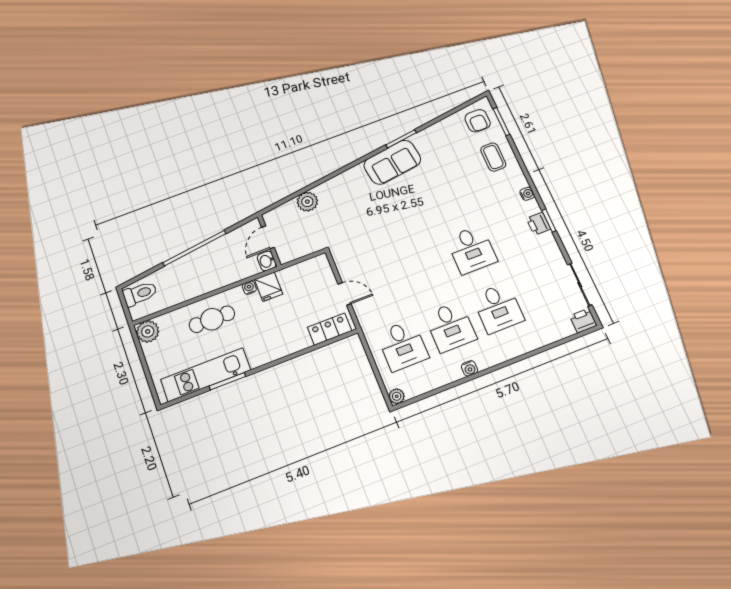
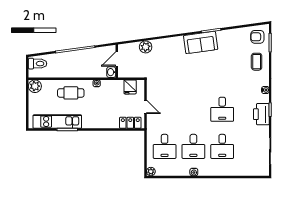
armchair: (478, 121) -> (257, 37), turned 90
printer: (538, 224) -> (261, 114), width x1.87, depth x1.48
fridge: (269, 287) -> (130, 87), moved
printer: (583, 321) -> (263, 170), removed

